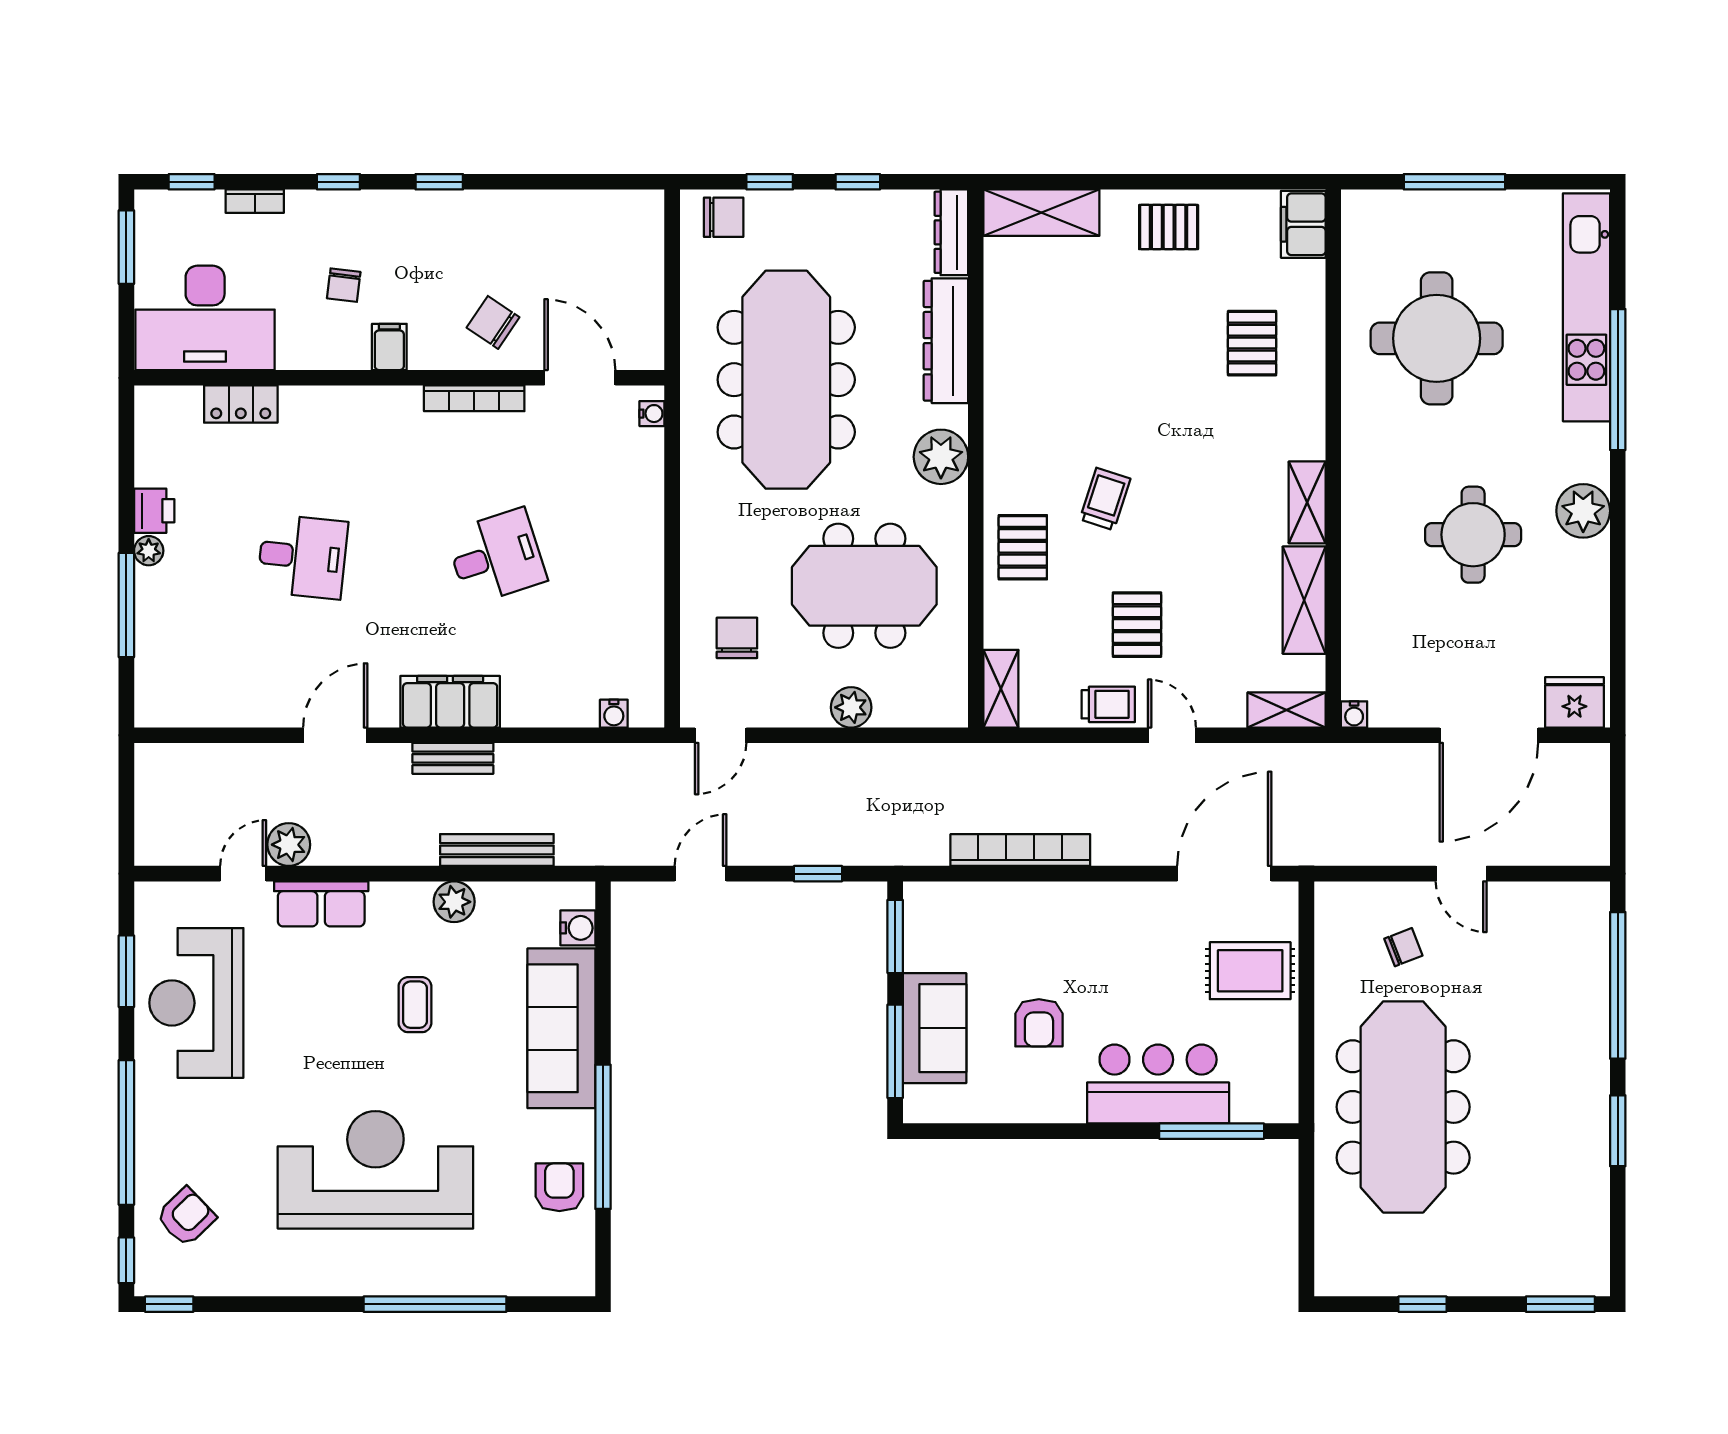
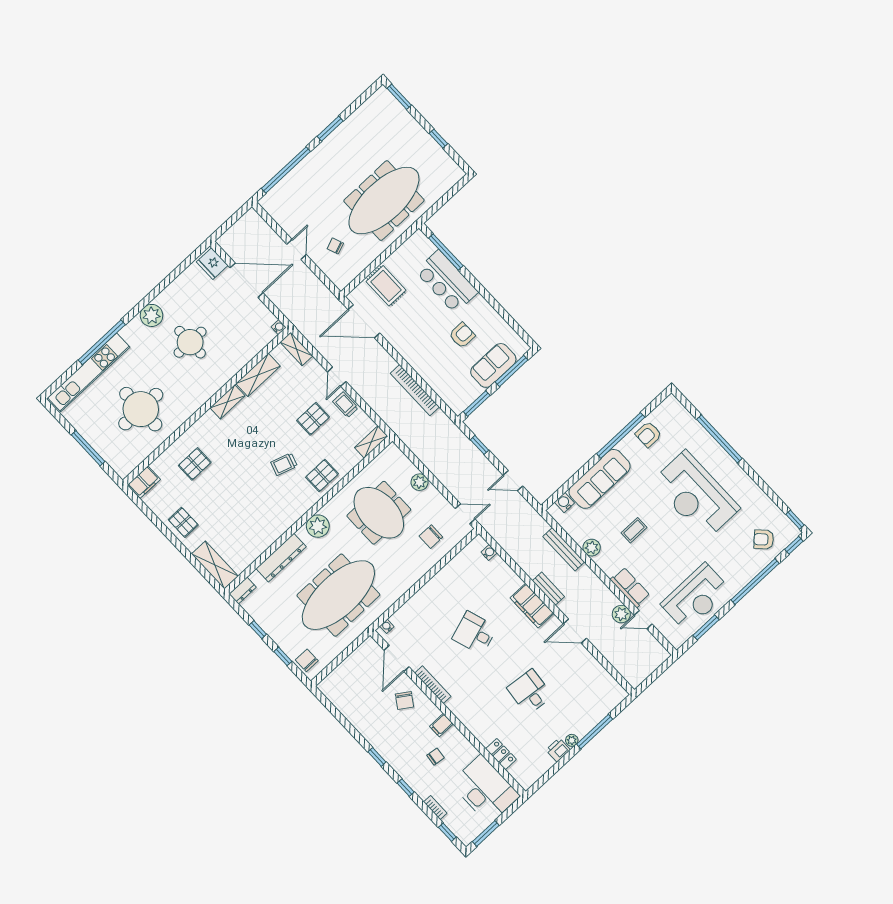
dresser: (951, 232) -> (243, 591), width x0.70

